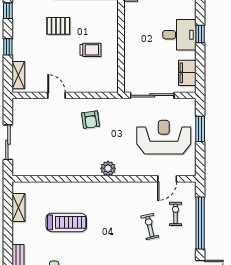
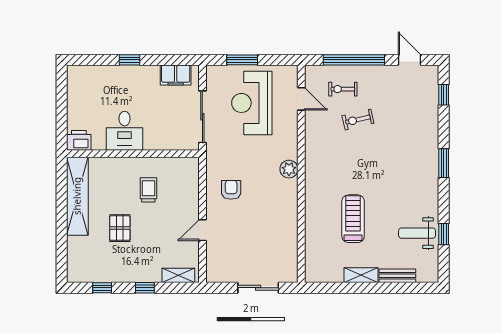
desk: (179, 35) -> (125, 131), moved, turned 180
armchair: (91, 120) -> (231, 190), turned -82
shelving: (19, 208) -> (361, 275), moved

